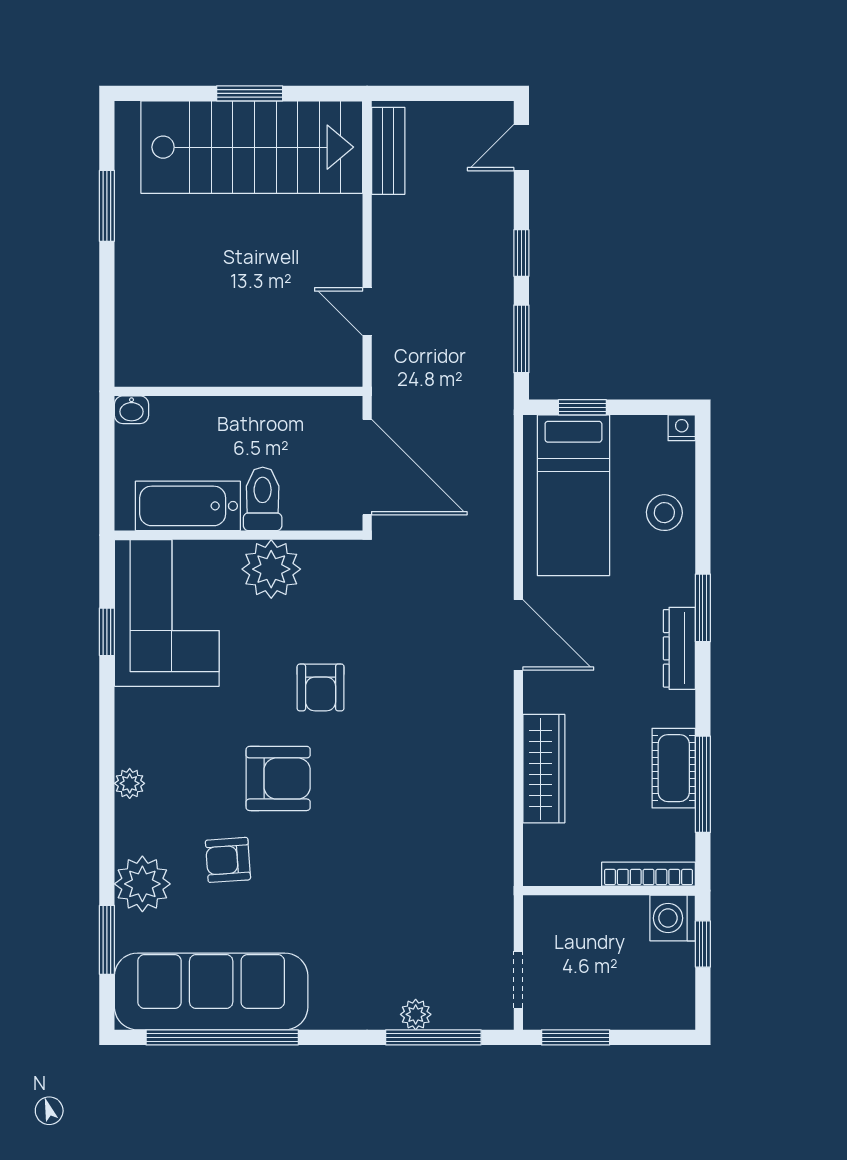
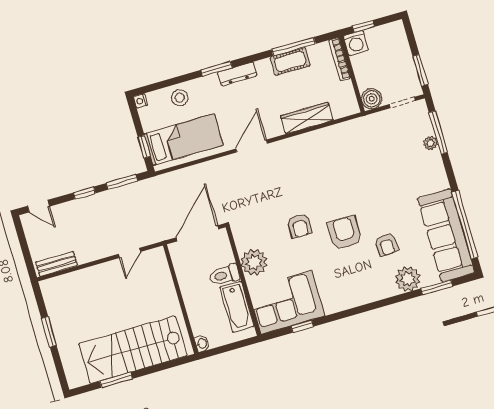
stairs: (252, 147) -> (133, 350), moved, turned -90
armchair: (321, 687) -> (300, 226), turned 90
plant: (130, 783) -> (366, 297), removed
boiler: (545, 917) -> (372, 99), added

